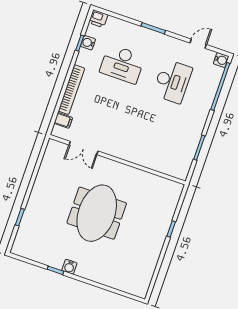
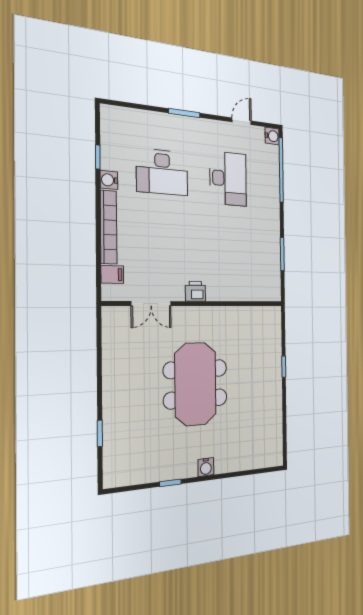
printer: (98, 19) -> (195, 291), moved, turned 180
water cooler: (88, 43) -> (109, 180), moved
water cooler: (69, 267) -> (206, 467), moved

